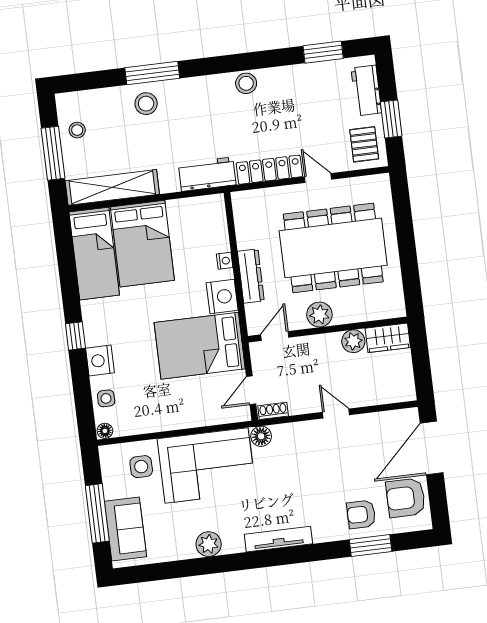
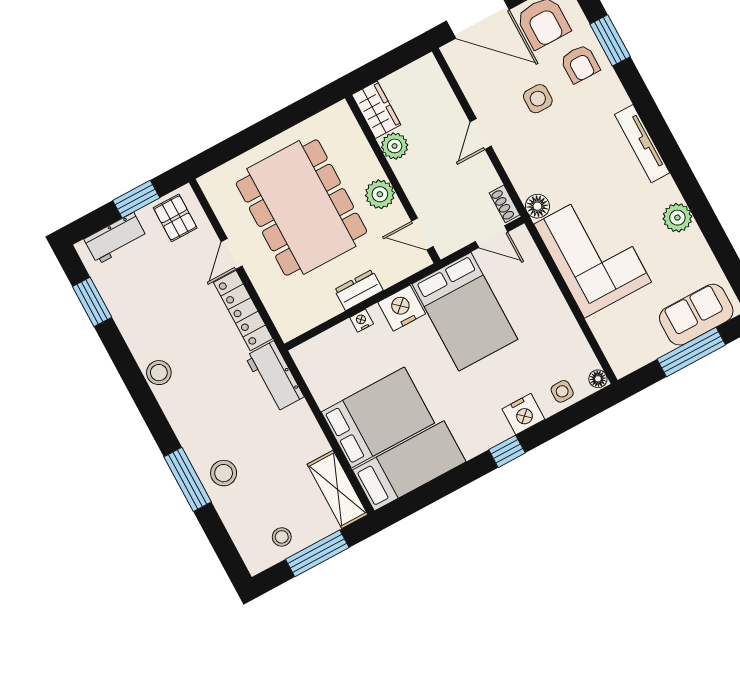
pallet: (364, 144) -> (175, 218), turned 90
shelving: (112, 187) -> (337, 489), width x0.68
dresser: (251, 276) -> (359, 290), width x0.70
side table: (141, 467) -> (538, 99), moved

